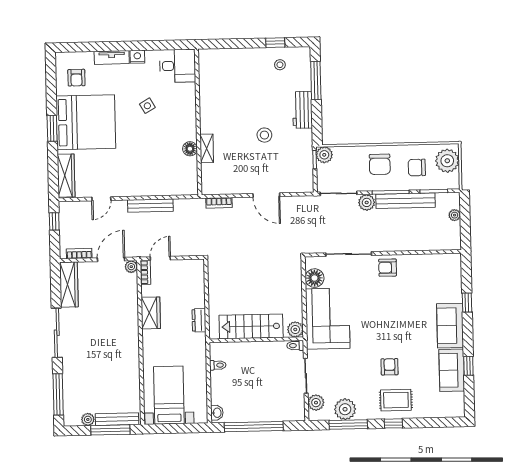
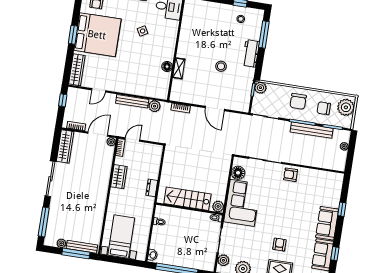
plant: (367, 202) -> (155, 106), moved

